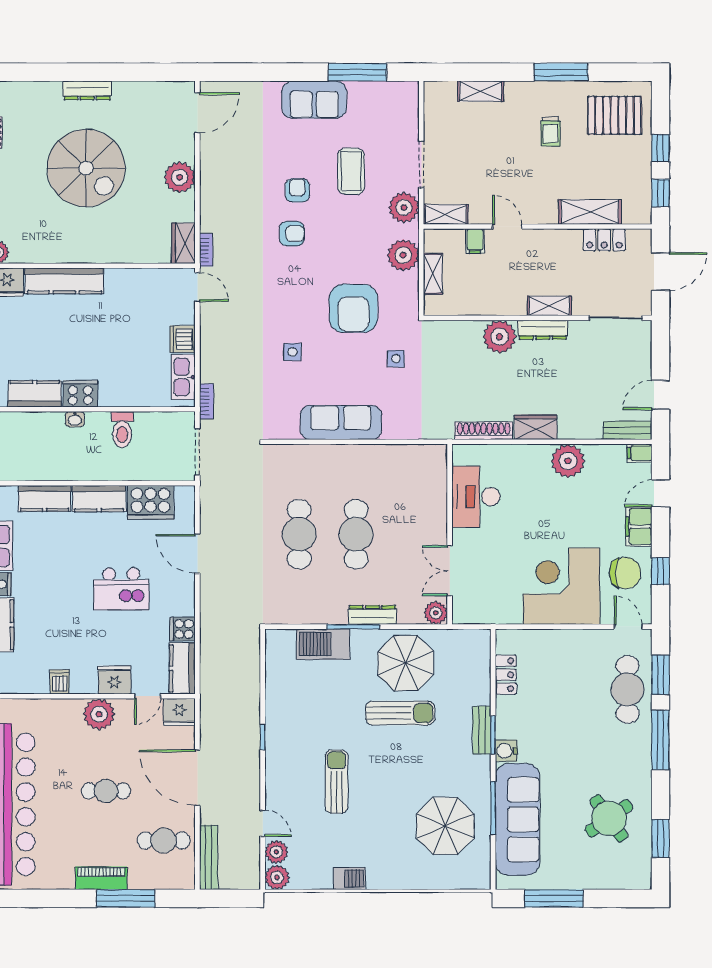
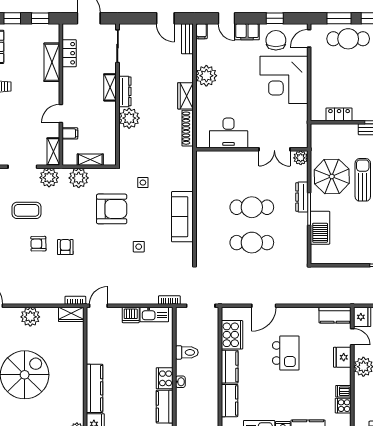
cooker: (183, 629) -> (343, 406), moved, turned 90

